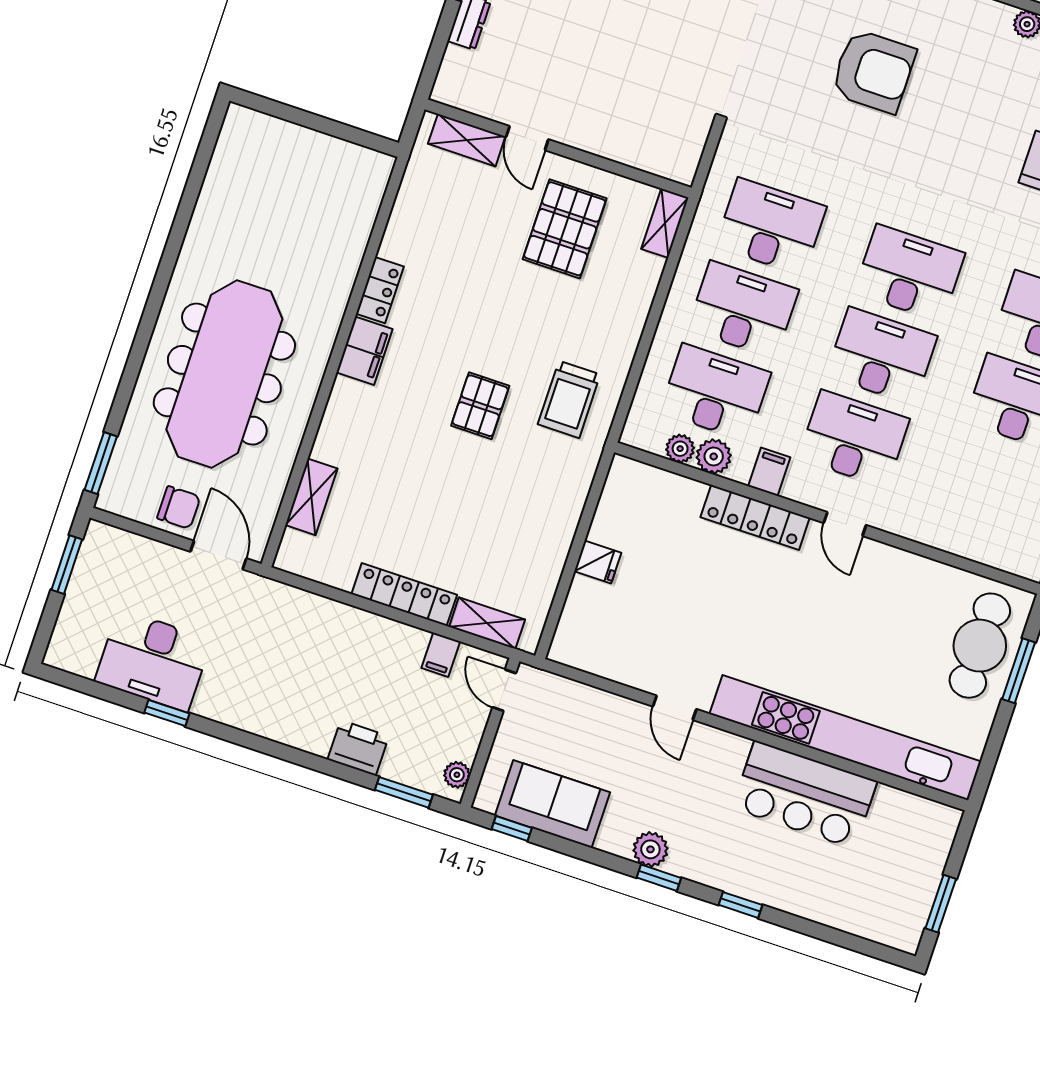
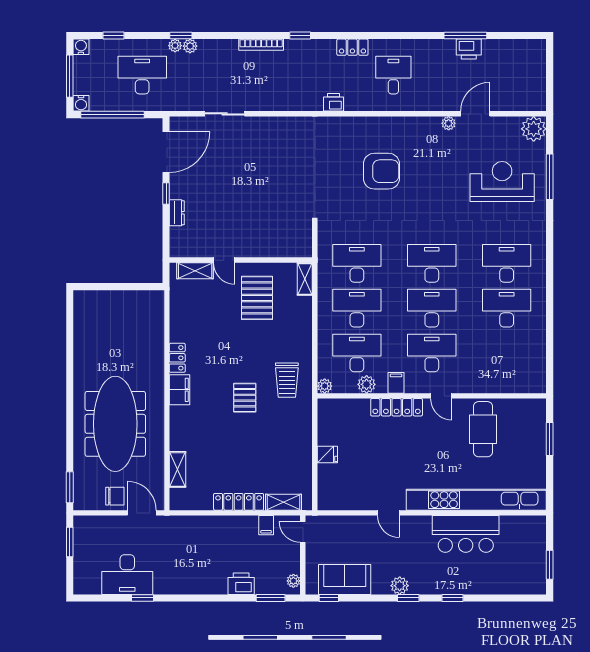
plant: (680, 449) -> (325, 386), moved
cafe table: (980, 646) -> (483, 429), moved

